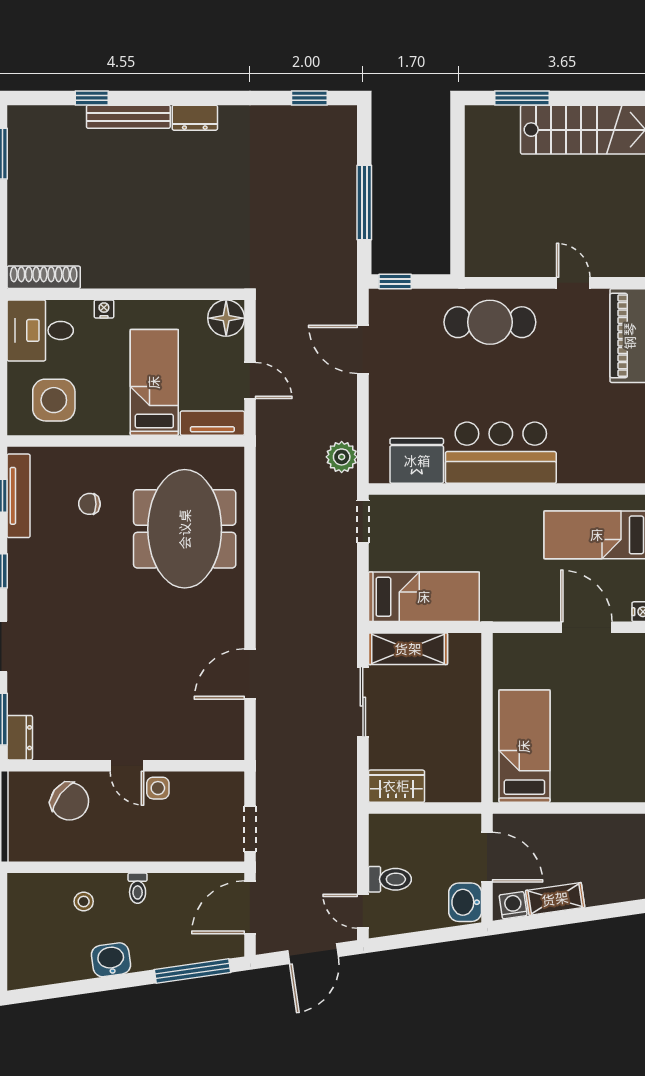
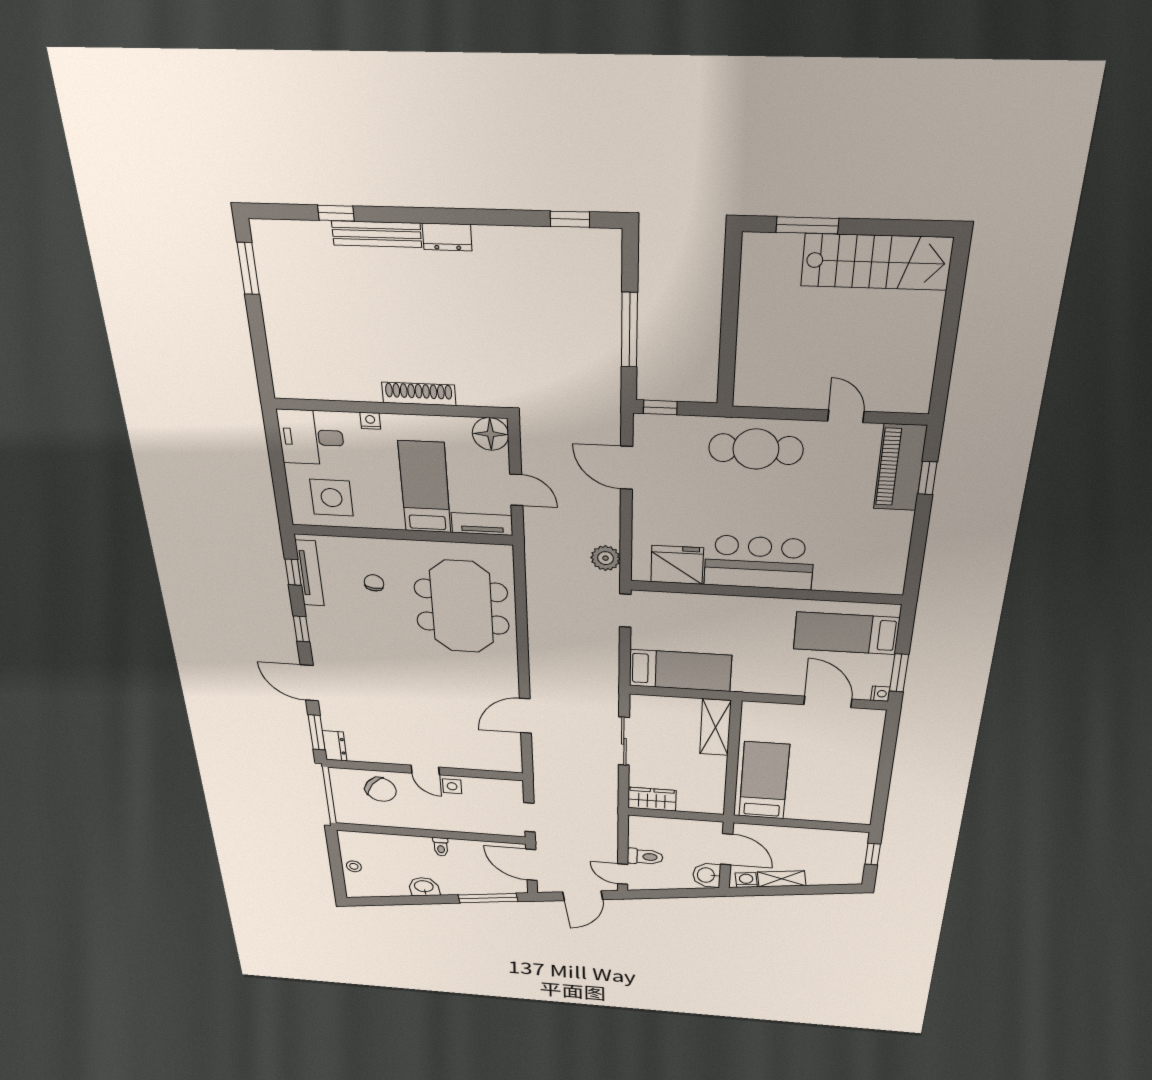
shoe rack: (44, 277) -> (419, 394), moved
chair: (89, 504) -> (374, 583), turned 95
shelving: (408, 649) -> (715, 727), moved, turned 90
stool: (84, 901) -> (354, 866), moved
door: (250, 907) -> (531, 865), hinge flipped

